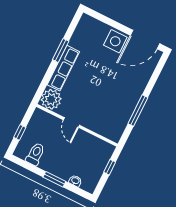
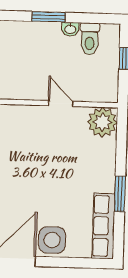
row of seats: (63, 68) -> (104, 226), moved
washbasin: (75, 181) -> (70, 29), moved

